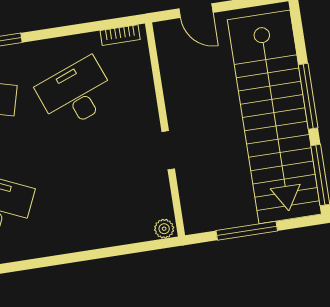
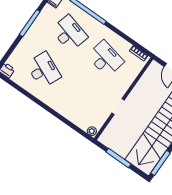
desk: (76, 93) -> (106, 59), turned 33

